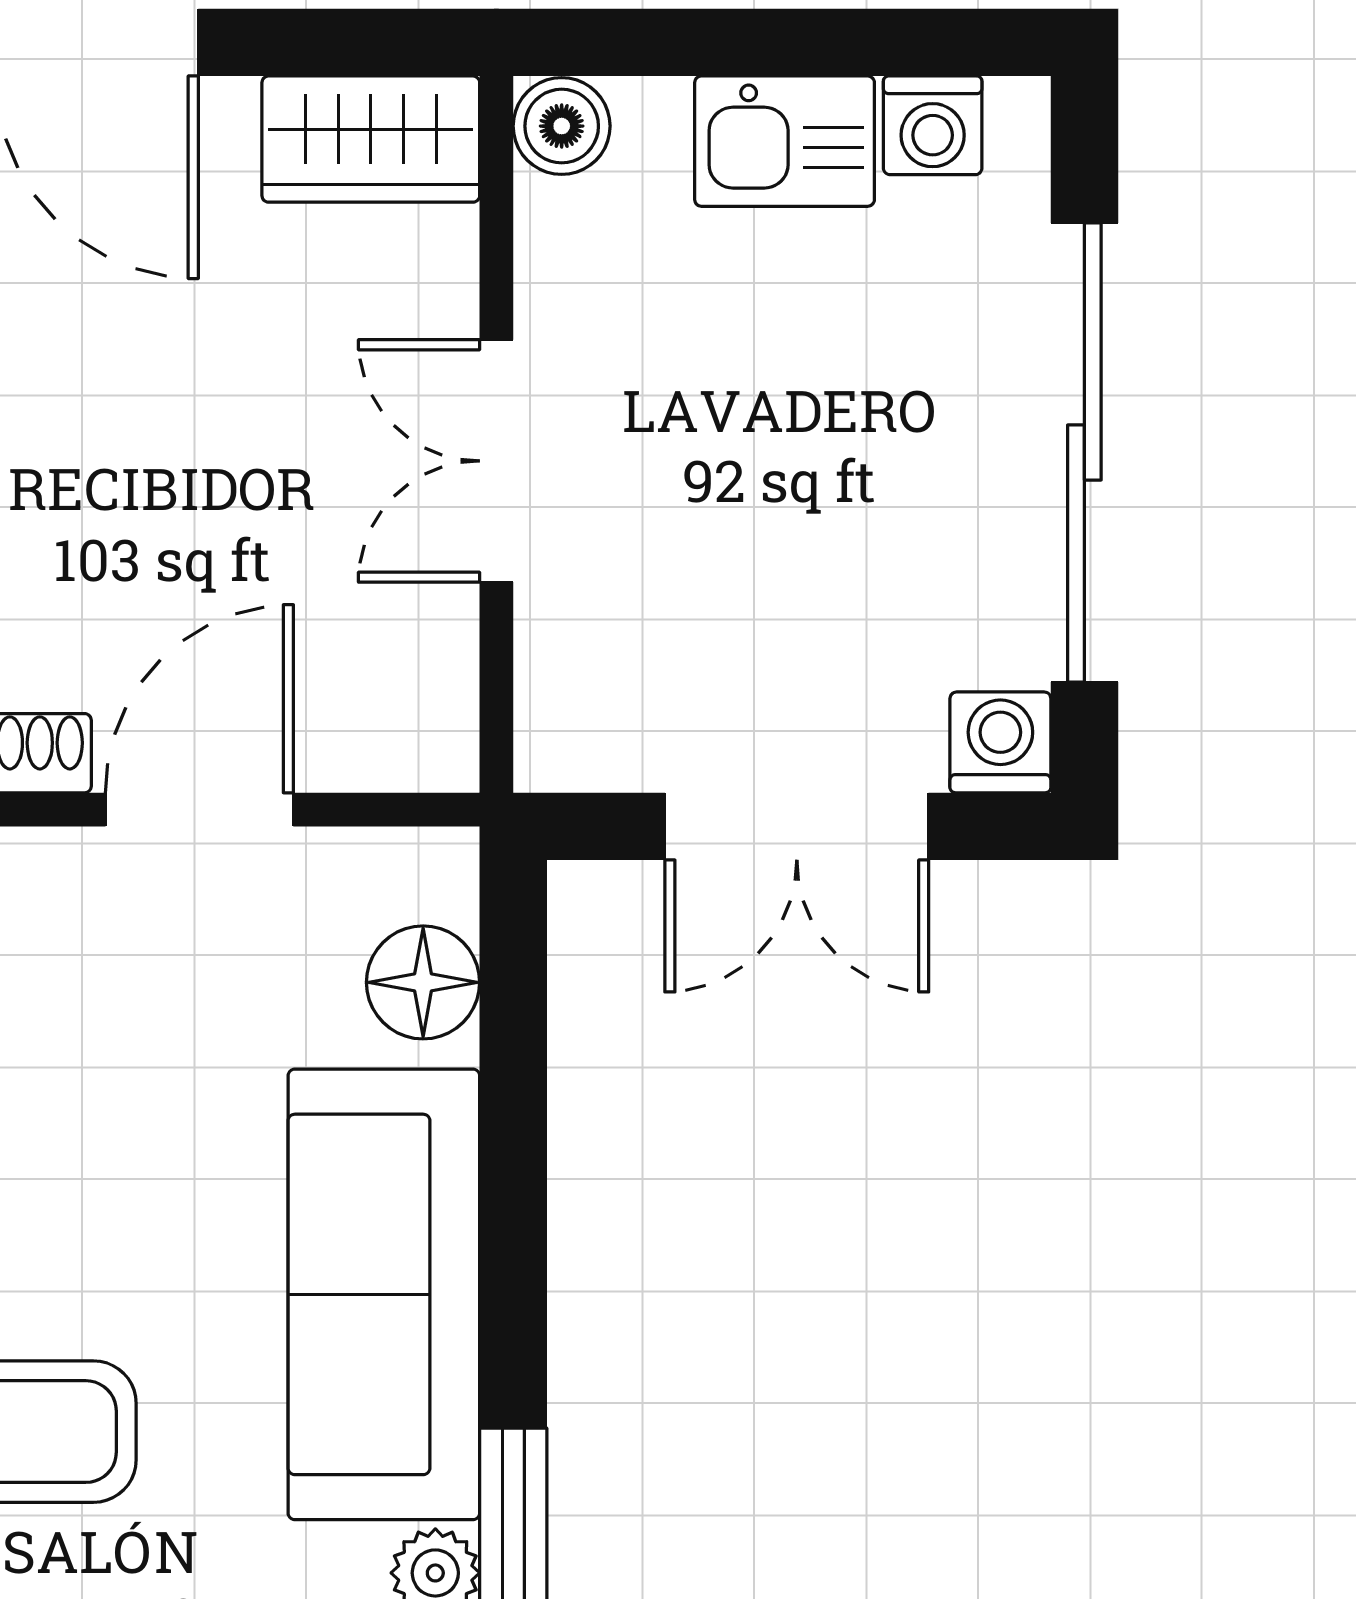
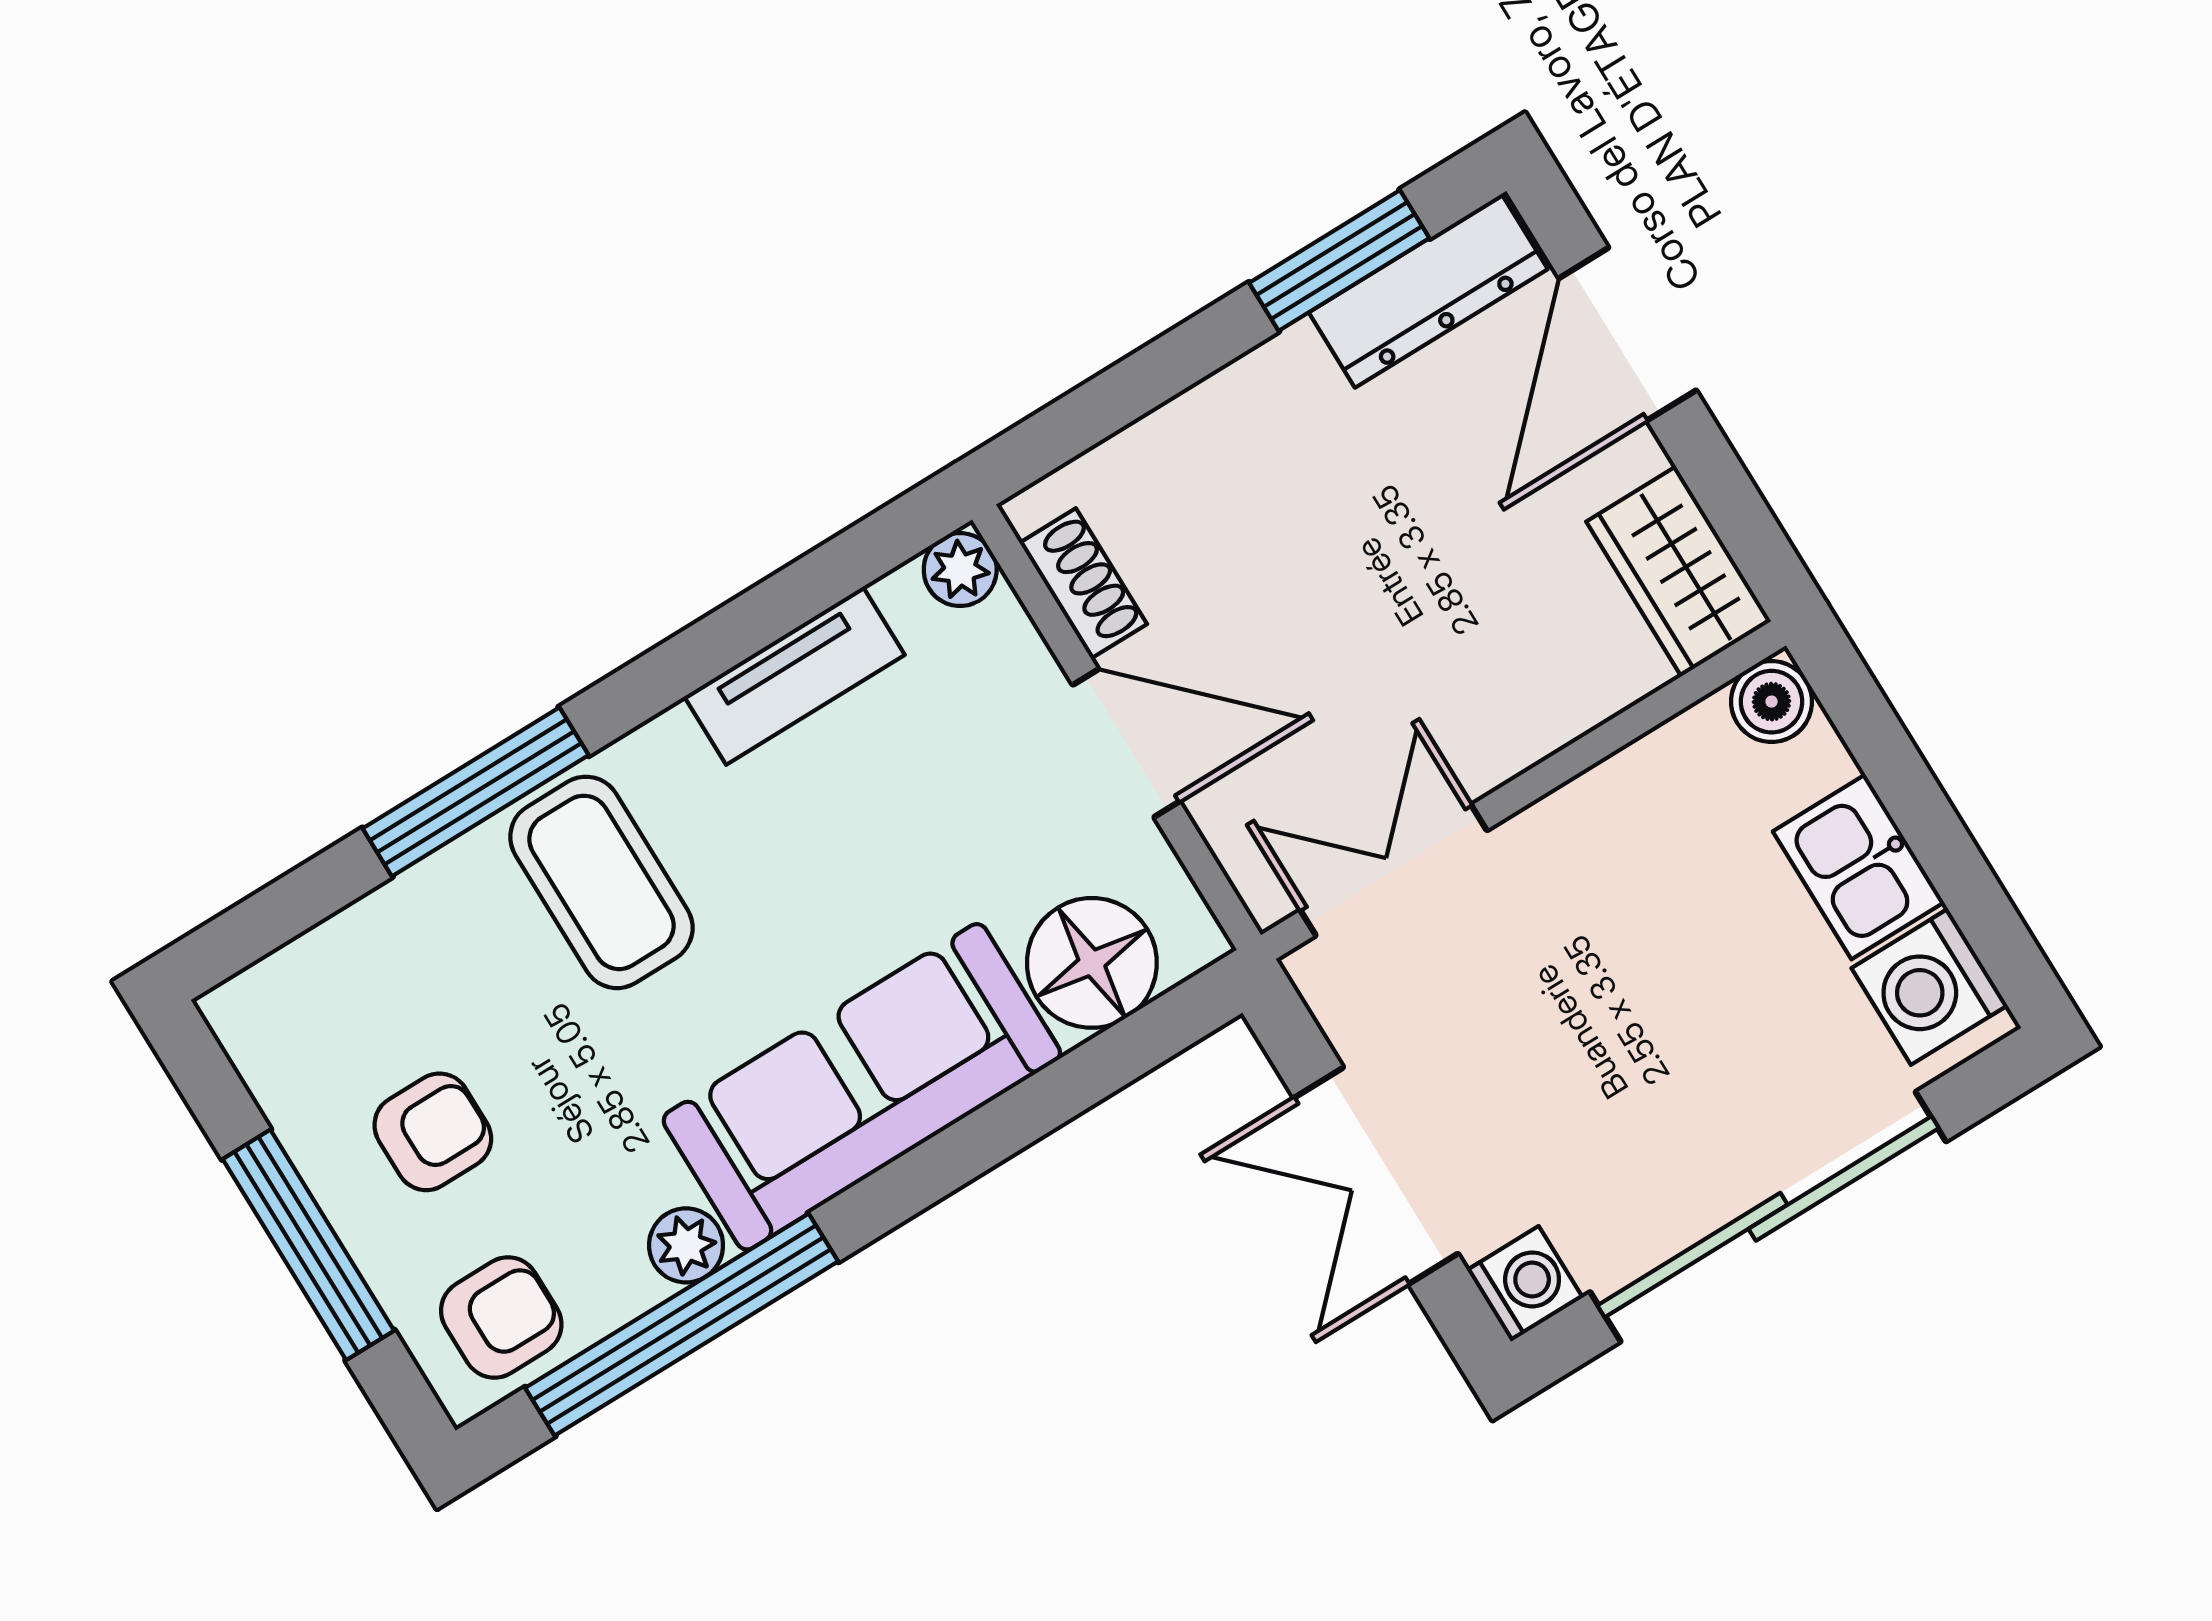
washing machine: (933, 125) -> (1929, 987), width x1.38, depth x1.38
double door: (496, 461) -> (1393, 870), moved
floor lamp: (423, 982) -> (1092, 963), width x1.38, depth x1.38

